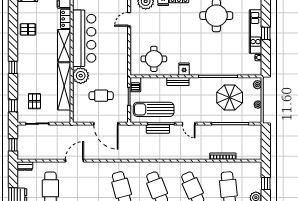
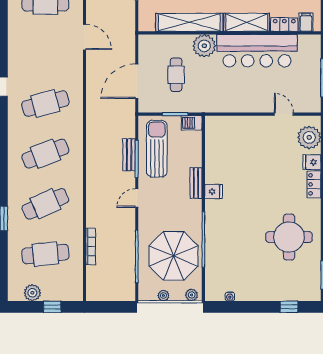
kitchen unit: (256, 32) -> (266, 292), removed
window: (266, 33) -> (289, 307), moved
round table: (154, 59) -> (228, 149), removed
parasol: (230, 97) -> (174, 256), width x1.36, depth x1.36

